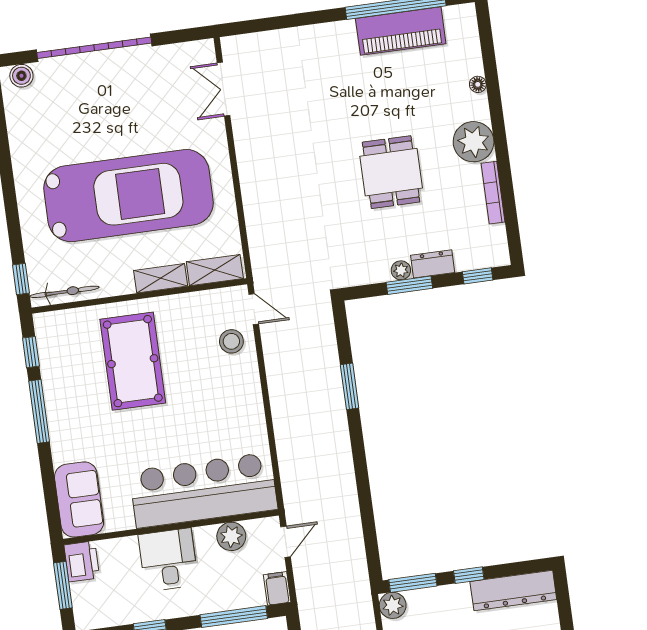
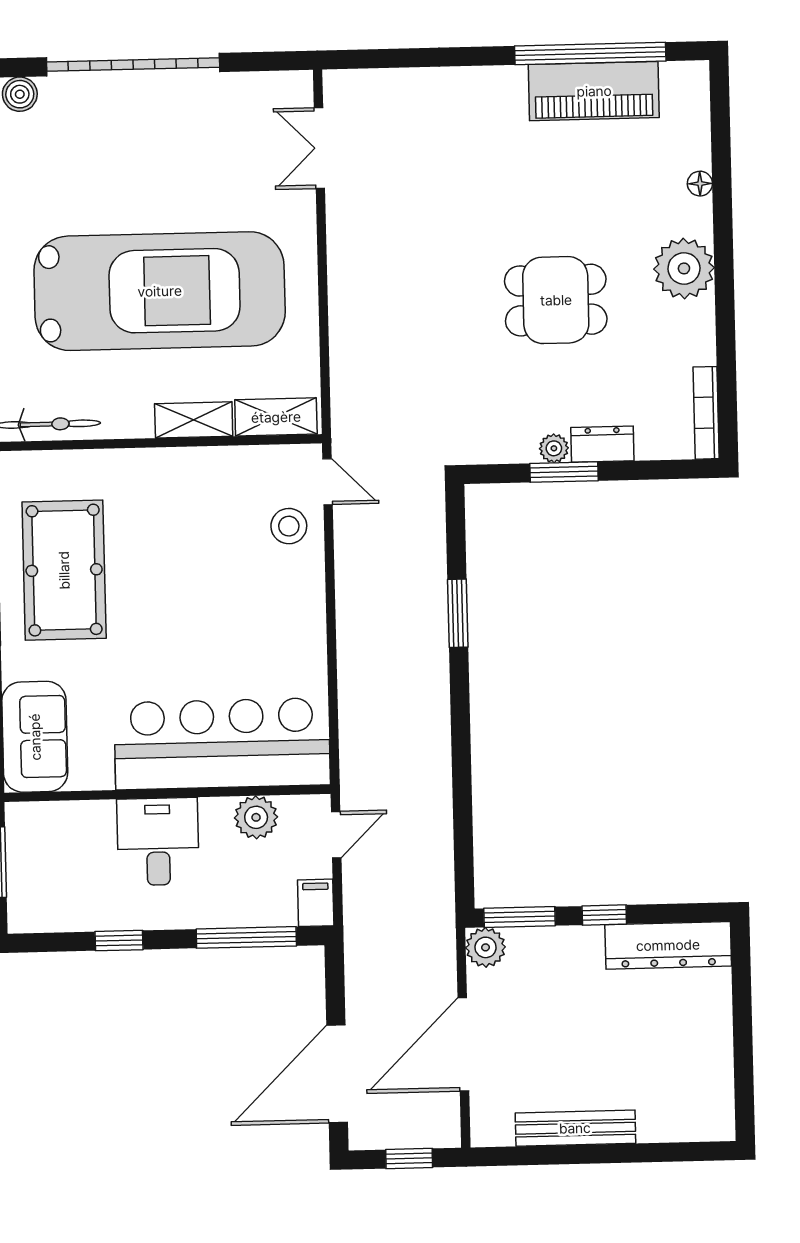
dining table: (391, 172) -> (556, 300), turned 90
bookcase: (493, 193) -> (706, 413), moved
window: (478, 276) -> (668, 470), removed
pool table: (133, 361) -> (64, 570), moved
printer: (82, 561) -> (28, 830), removed

